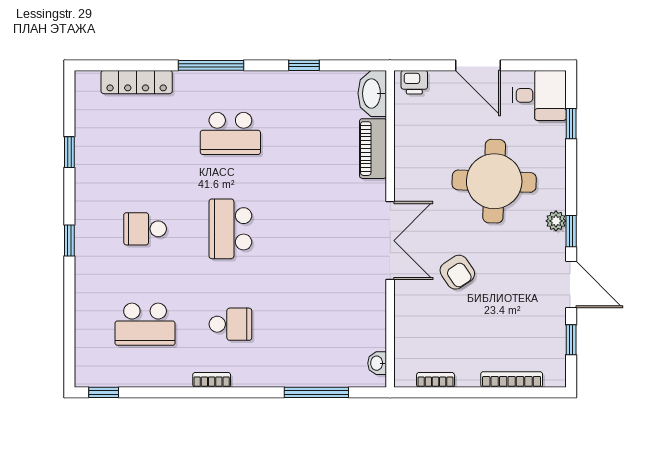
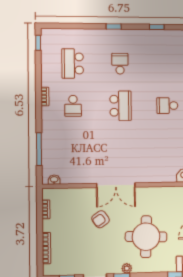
school desk: (230, 133) -> (167, 106), width x0.54
piano: (373, 149) -> (161, 176), removed
school desk: (230, 229) -> (121, 106), turned 90

